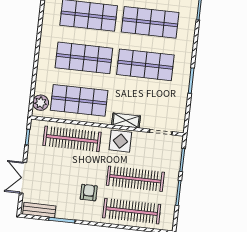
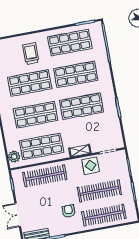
display table: (120, 141) -> (91, 166), moved

